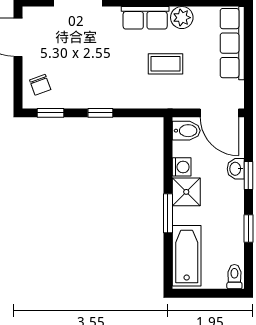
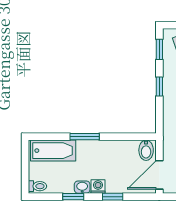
washing machine: (182, 167) -> (98, 186), moved, turned 180
washbasin: (236, 169) -> (82, 187), moved
shower: (186, 192) -> (101, 150), removed

